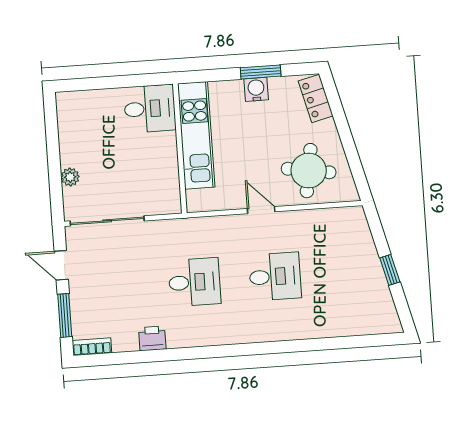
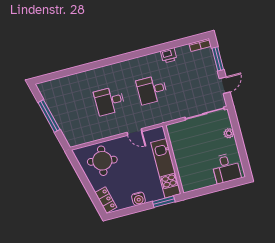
window: (261, 72) -> (164, 202), moved
desk: (150, 109) -> (226, 168), moved, turned -90
door: (261, 210) -> (134, 132), moved
door: (61, 265) -> (225, 85), hinge flipped
window: (390, 270) -> (49, 116), width x2.17

